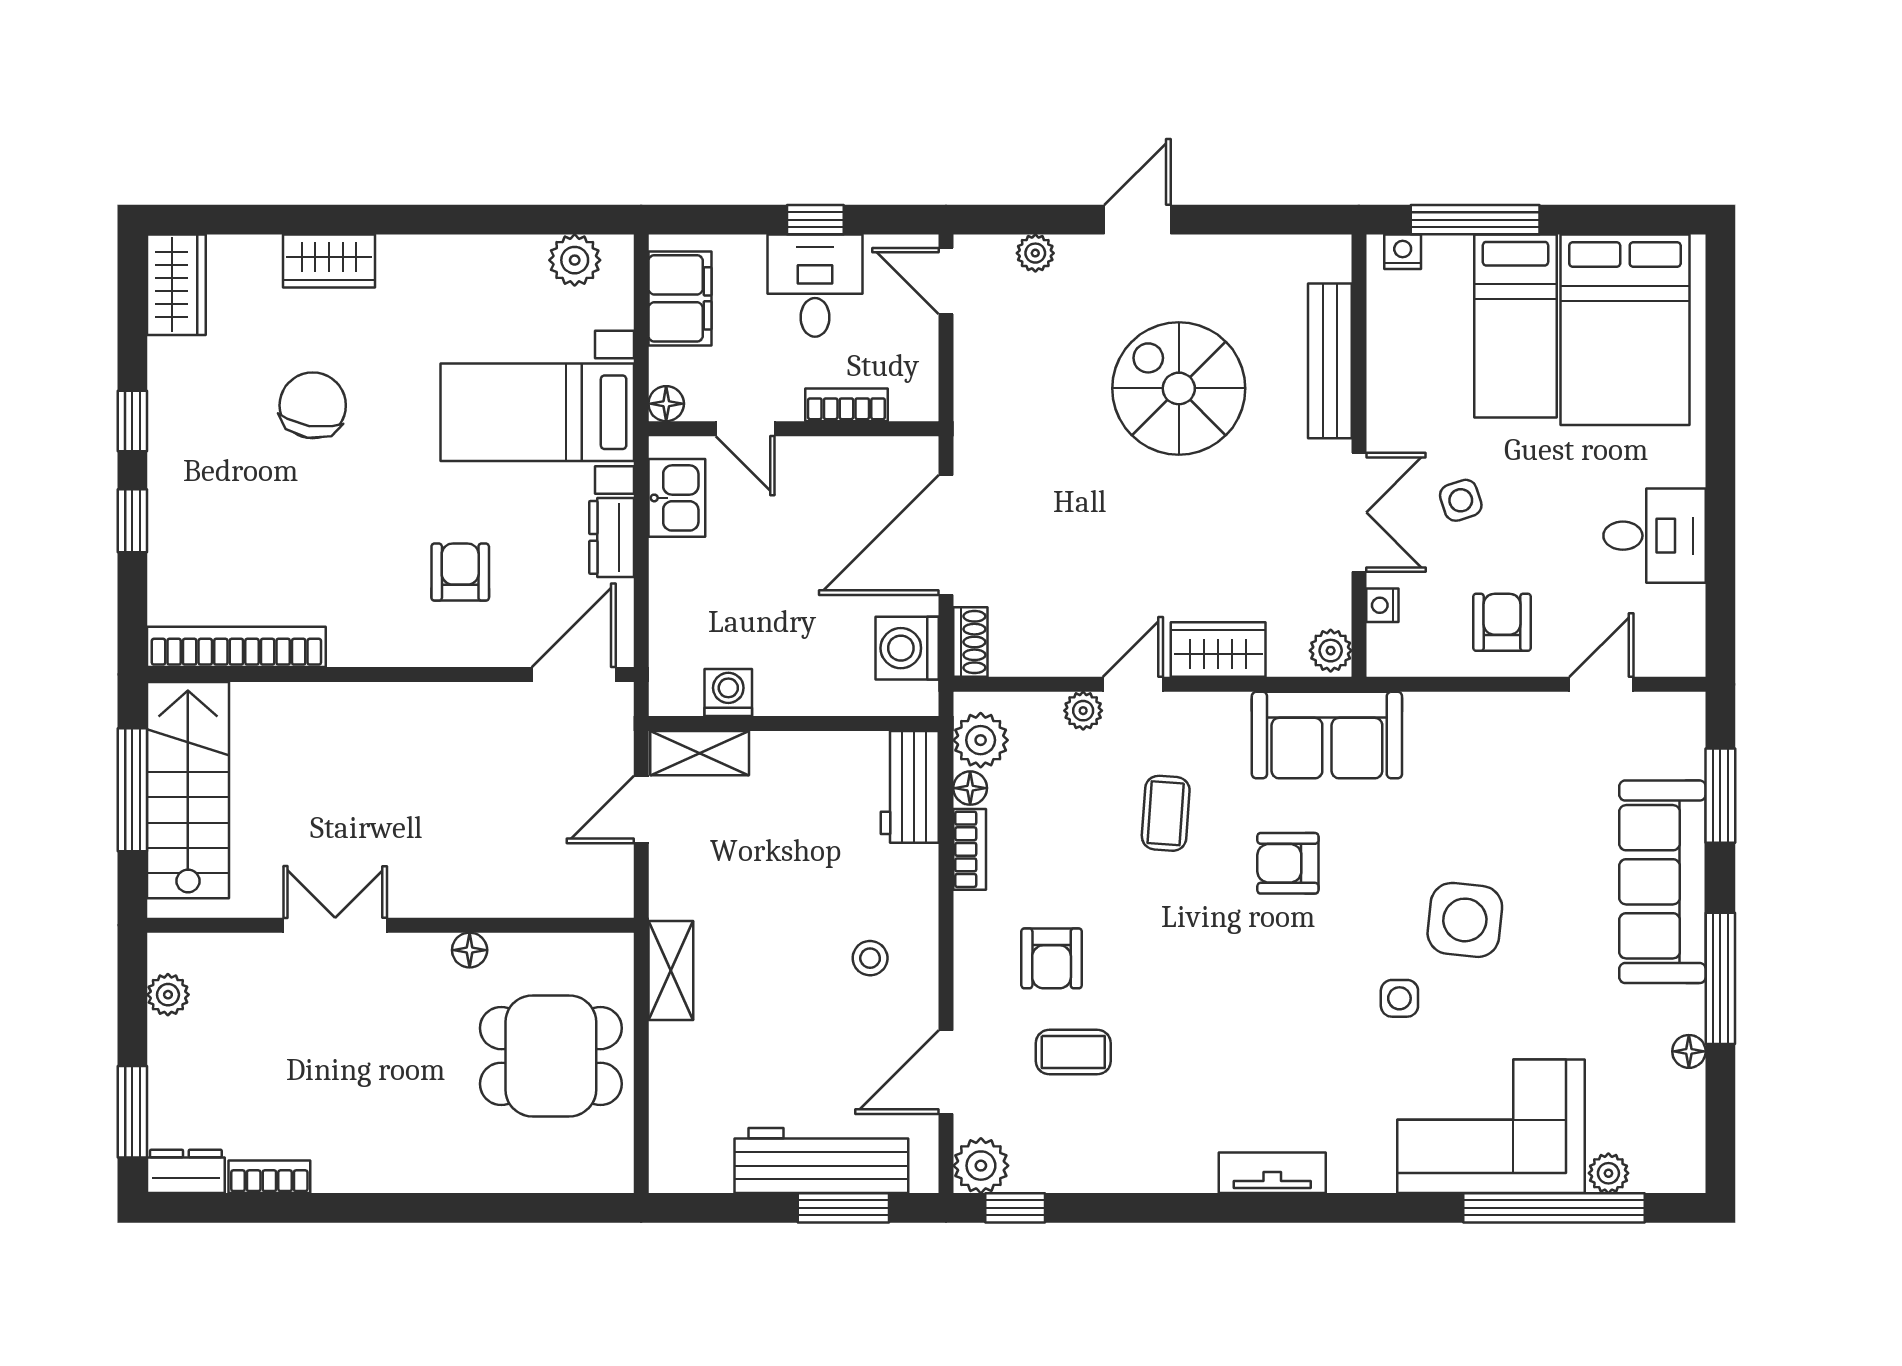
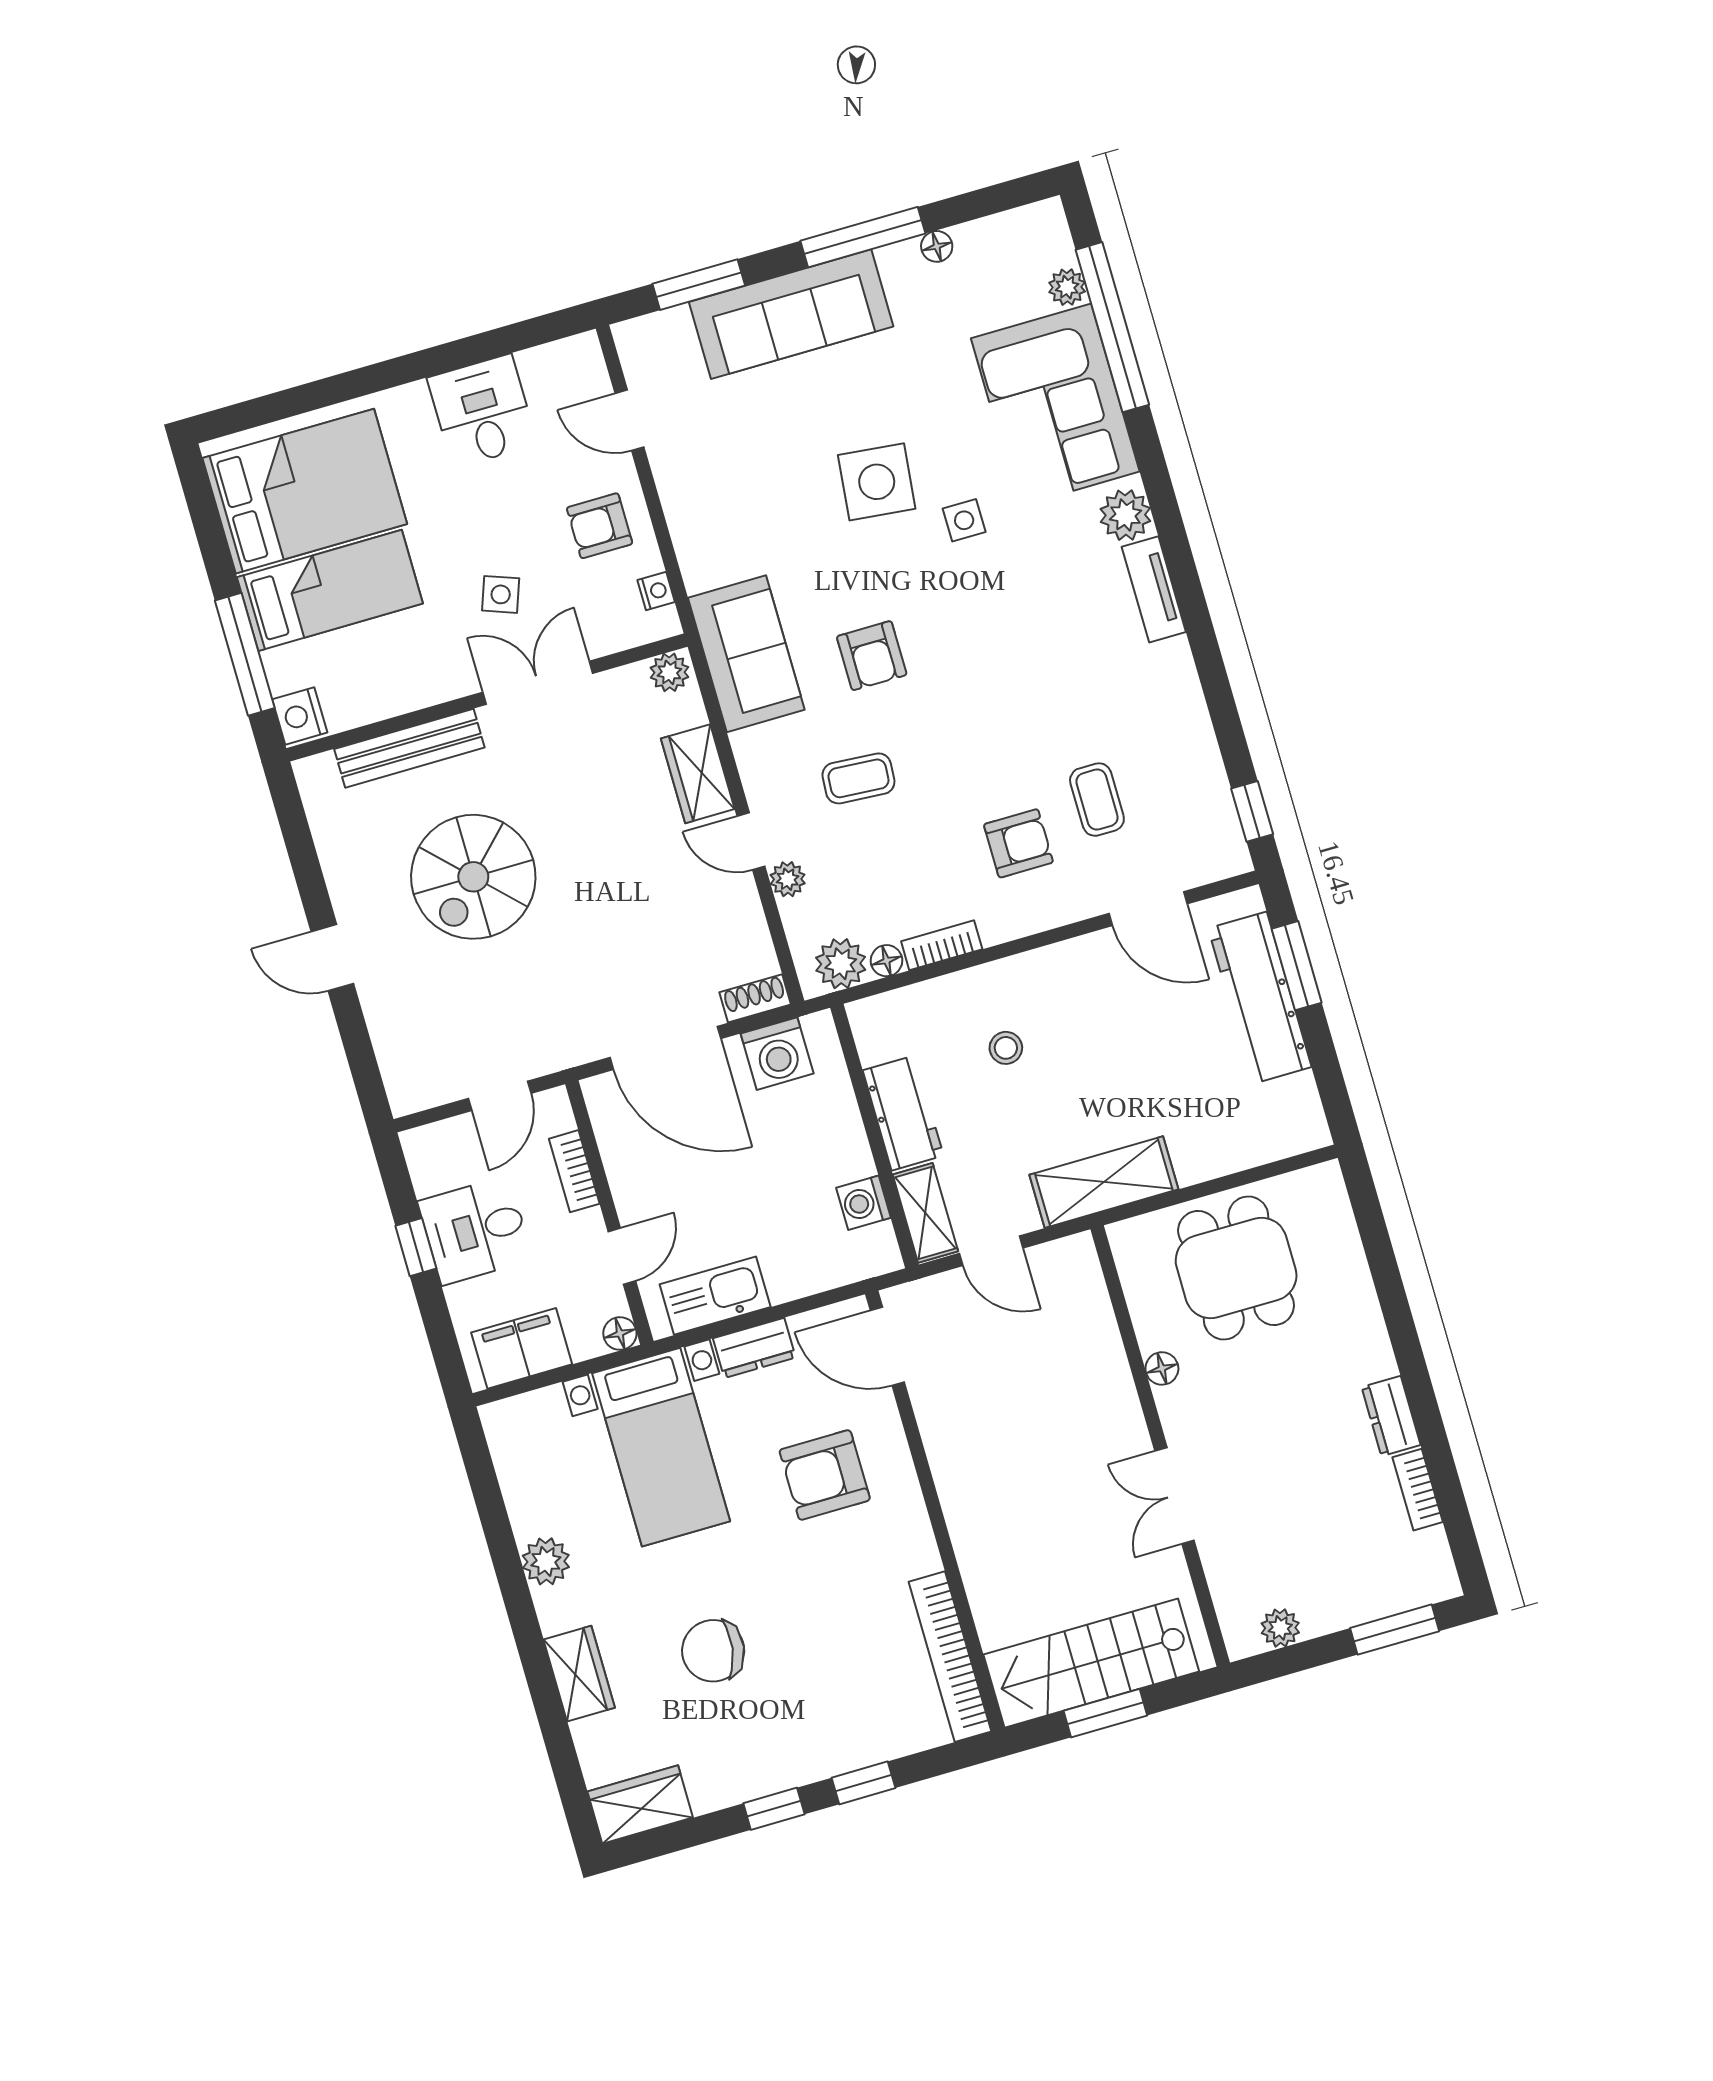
nightstand: (1403, 252) -> (300, 716), width x1.39, depth x1.35
plant: (1035, 253) -> (389, 1041), removed
plant: (575, 260) -> (546, 1561), moved
door: (946, 281) -> (500, 1096), moved
kitchen sink: (677, 498) -> (715, 1296), width x1.38
side table: (1461, 500) -> (501, 594), turned 38
armchair: (460, 572) -> (825, 1475), width x1.38, depth x1.38
nightstand: (1382, 605) -> (656, 591), moved, turned -90
workbench: (910, 787) -> (903, 1113), moved, turned -90
window: (132, 790) -> (1105, 1713), width x0.69
stool: (870, 958) -> (1006, 1048), moved
shelving: (671, 970) -> (1104, 1182), width x1.50, depth x1.33
plant: (981, 1166) -> (1125, 515), moved
dresser: (186, 1171) -> (1391, 1416), moved

